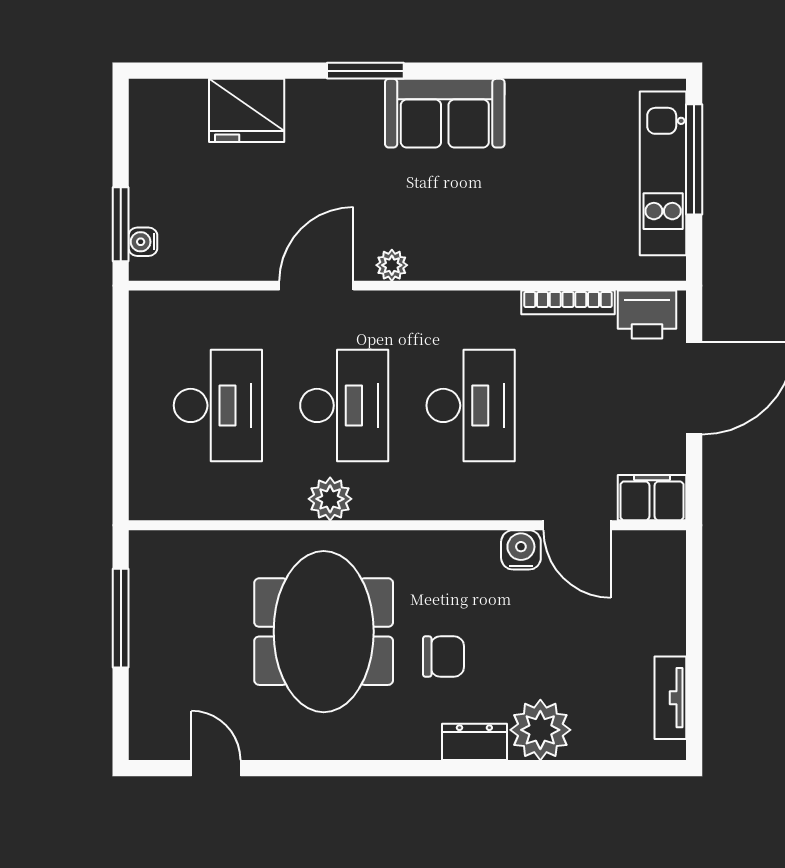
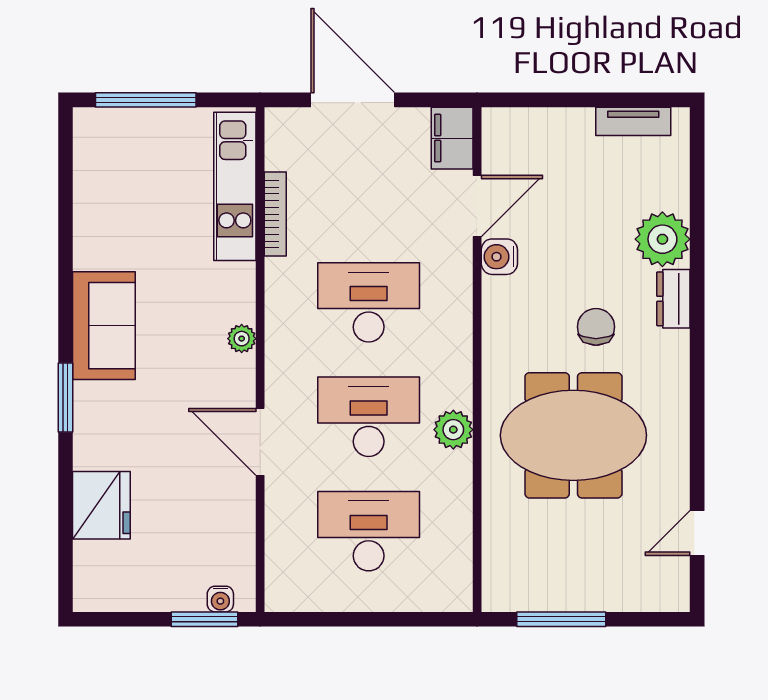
kitchen unit: (663, 173) -> (235, 186), moved, turned 90
plant: (392, 265) -> (242, 339), moved
printer: (647, 315) -> (286, 143), removed

